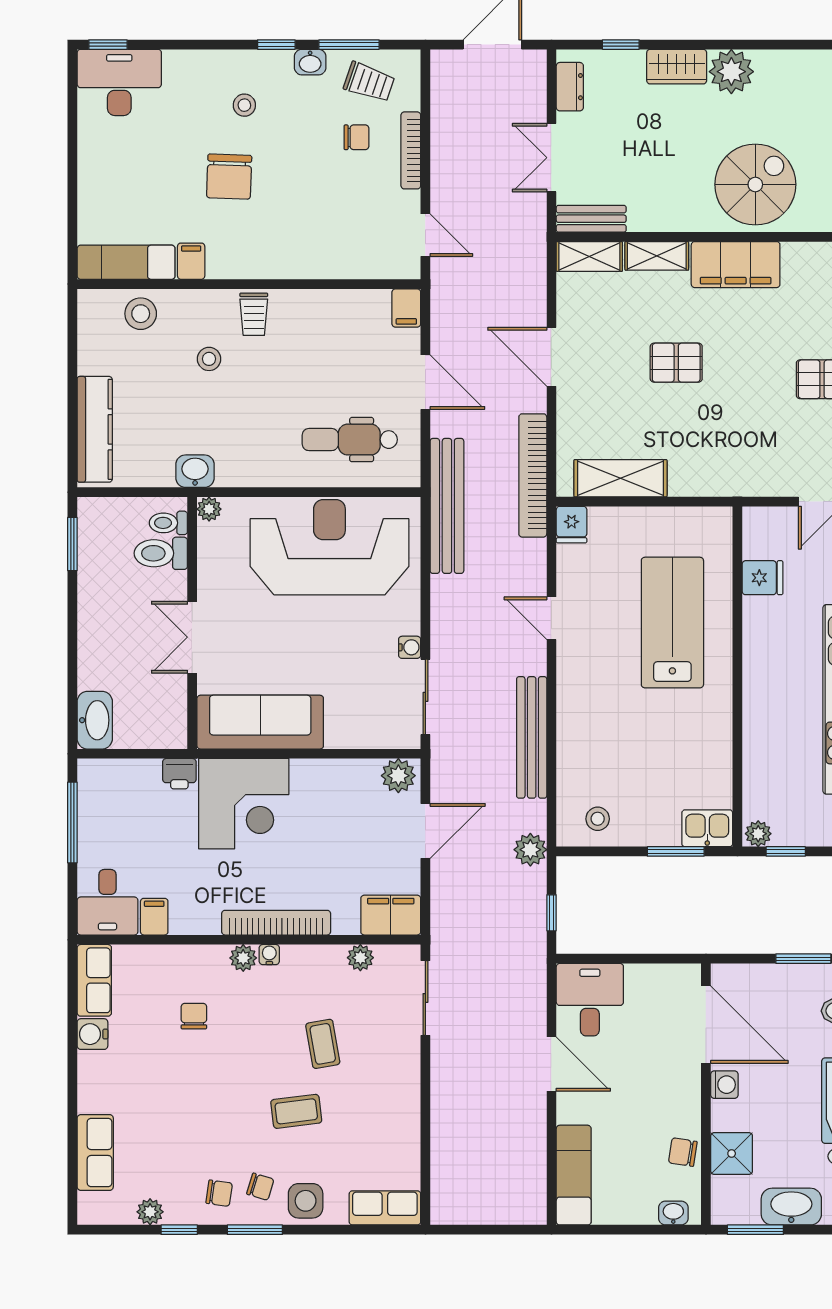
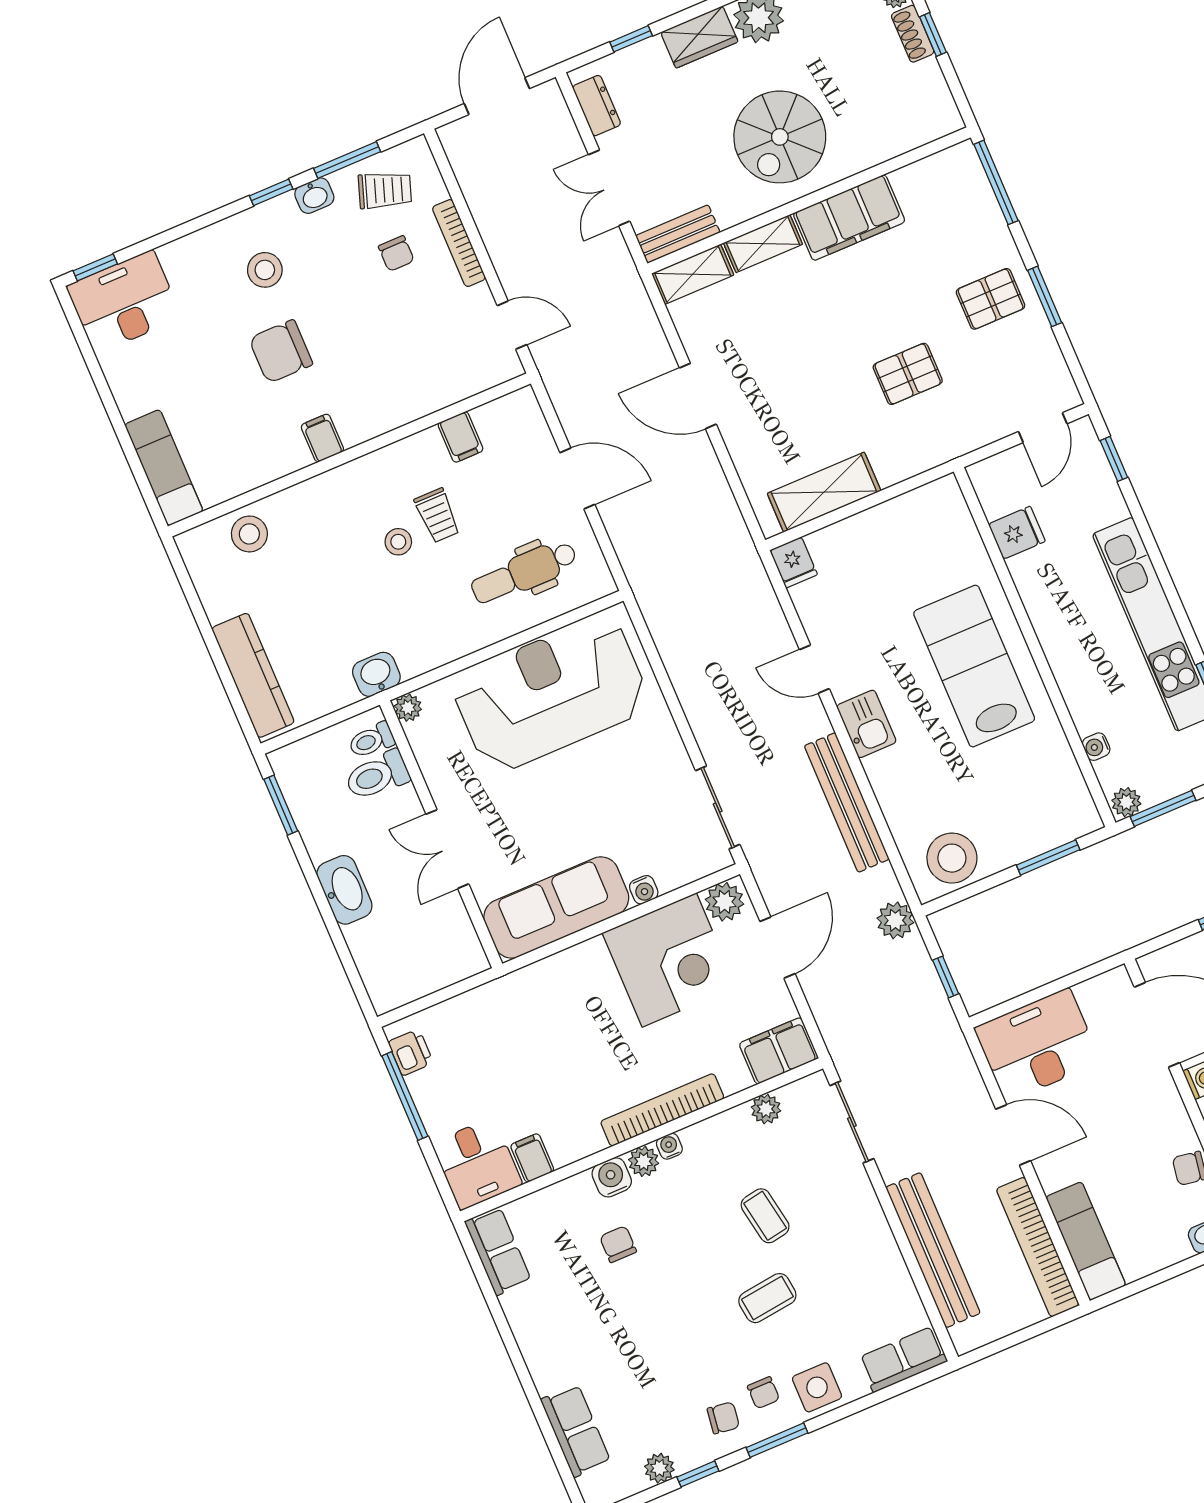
stool: (244, 105) -> (265, 270), width x1.37, depth x1.37
chair: (356, 137) -> (396, 254), turned 90
chair: (229, 177) -> (281, 351), turned 88
spiral stairs: (755, 184) -> (780, 137), moved, turned 180
filing cabinet: (191, 261) -> (322, 438), moved
exam couch: (126, 262) -> (164, 468), moved, turned 90
filing cabinet: (406, 308) -> (461, 437), moved
trolley: (254, 314) -> (437, 515), moved
stool: (209, 359) -> (398, 542), moved
pallet: (676, 363) -> (908, 374), moved
bookcase: (533, 475) -> (1038, 1247), moved
bench: (447, 506) -> (933, 1250), moved
lab bench: (672, 623) -> (974, 666), moved
water cooler: (410, 647) -> (644, 890), moved, turned 90
washbasin: (95, 720) -> (344, 890), moved
printer: (179, 774) -> (411, 1052), moved, turned -90
water cooler: (753, 778) -> (1096, 747), added
corner desk: (244, 804) -> (669, 960), moved
stool: (598, 819) -> (952, 858), width x1.89, depth x1.89
kitchen sink: (707, 828) -> (866, 724), moved, turned 90
window: (786, 851) -> (1163, 808), width x1.50
desk: (590, 1000) -> (1037, 1045), width x1.37
water cooler: (92, 1034) -> (612, 1177), moved, turned 90
chair: (260, 1187) -> (763, 1393), turned 73

